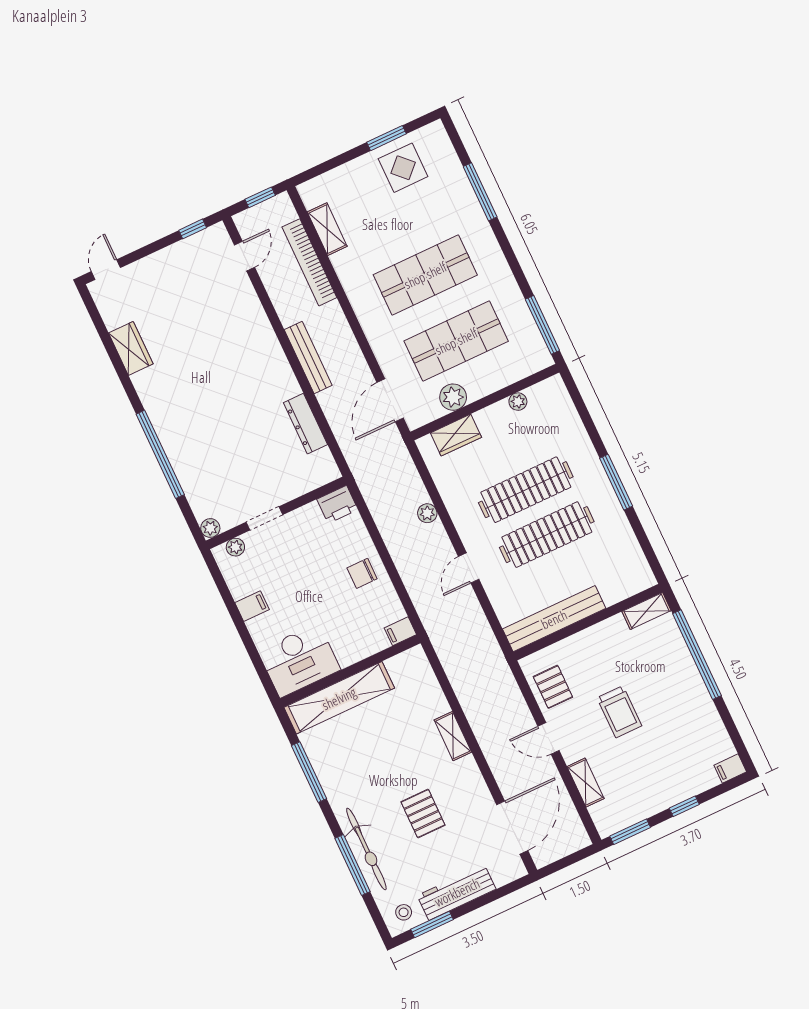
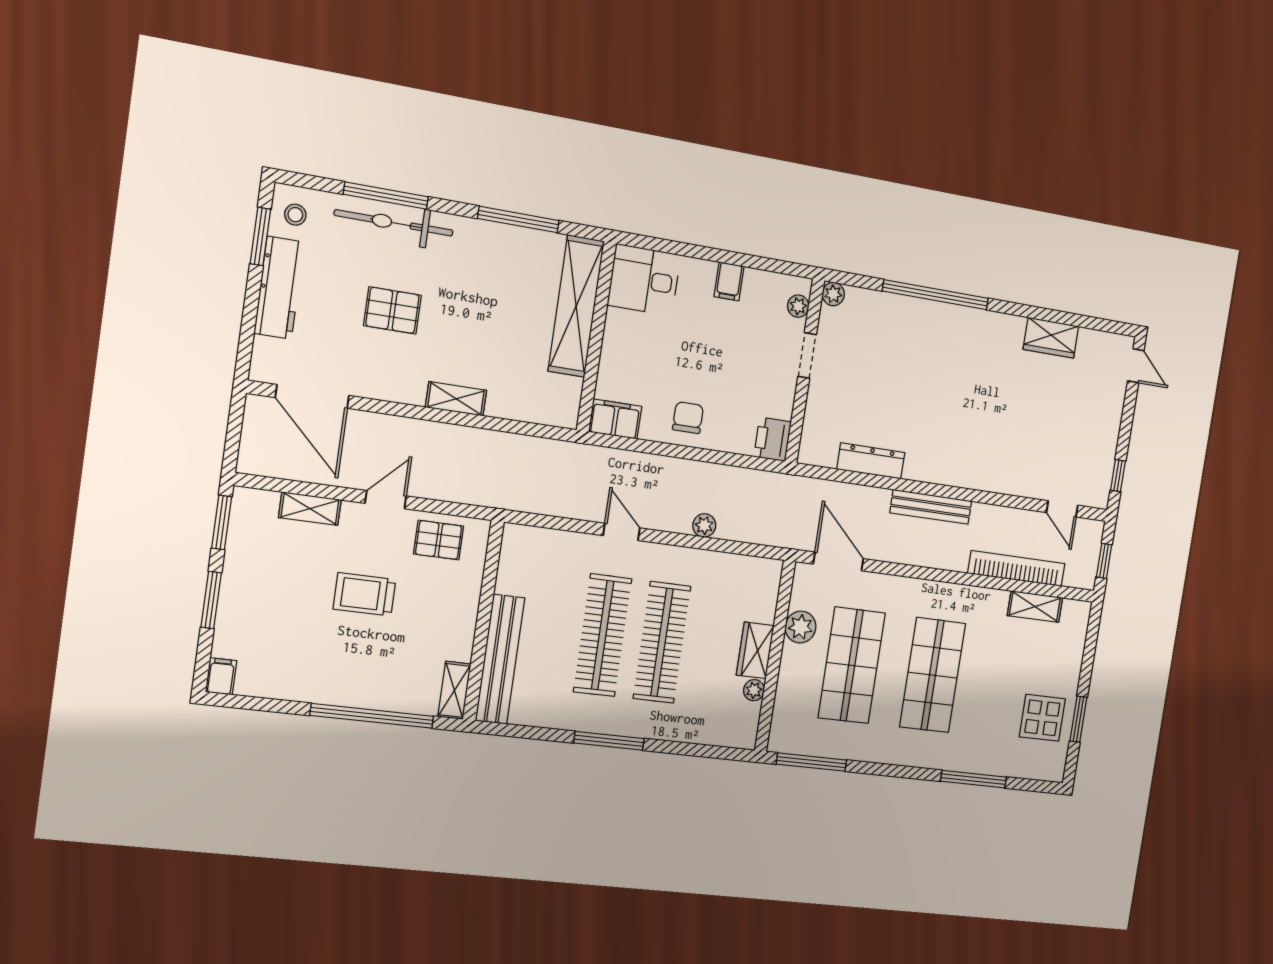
wardrobe: (456, 435) -> (755, 650), moved
bench: (554, 619) -> (500, 659), moved
filing cabinet: (400, 631) -> (615, 419), width x2.00
desk: (299, 660) -> (644, 280), width x0.73
window: (684, 806) -> (211, 600), width x1.50

